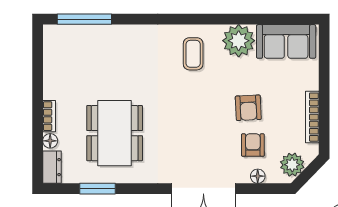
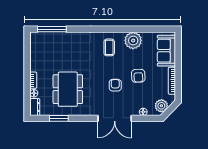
sofa: (286, 41) -> (166, 51), moved, turned 90
armchair: (253, 145) -> (115, 85), moved

